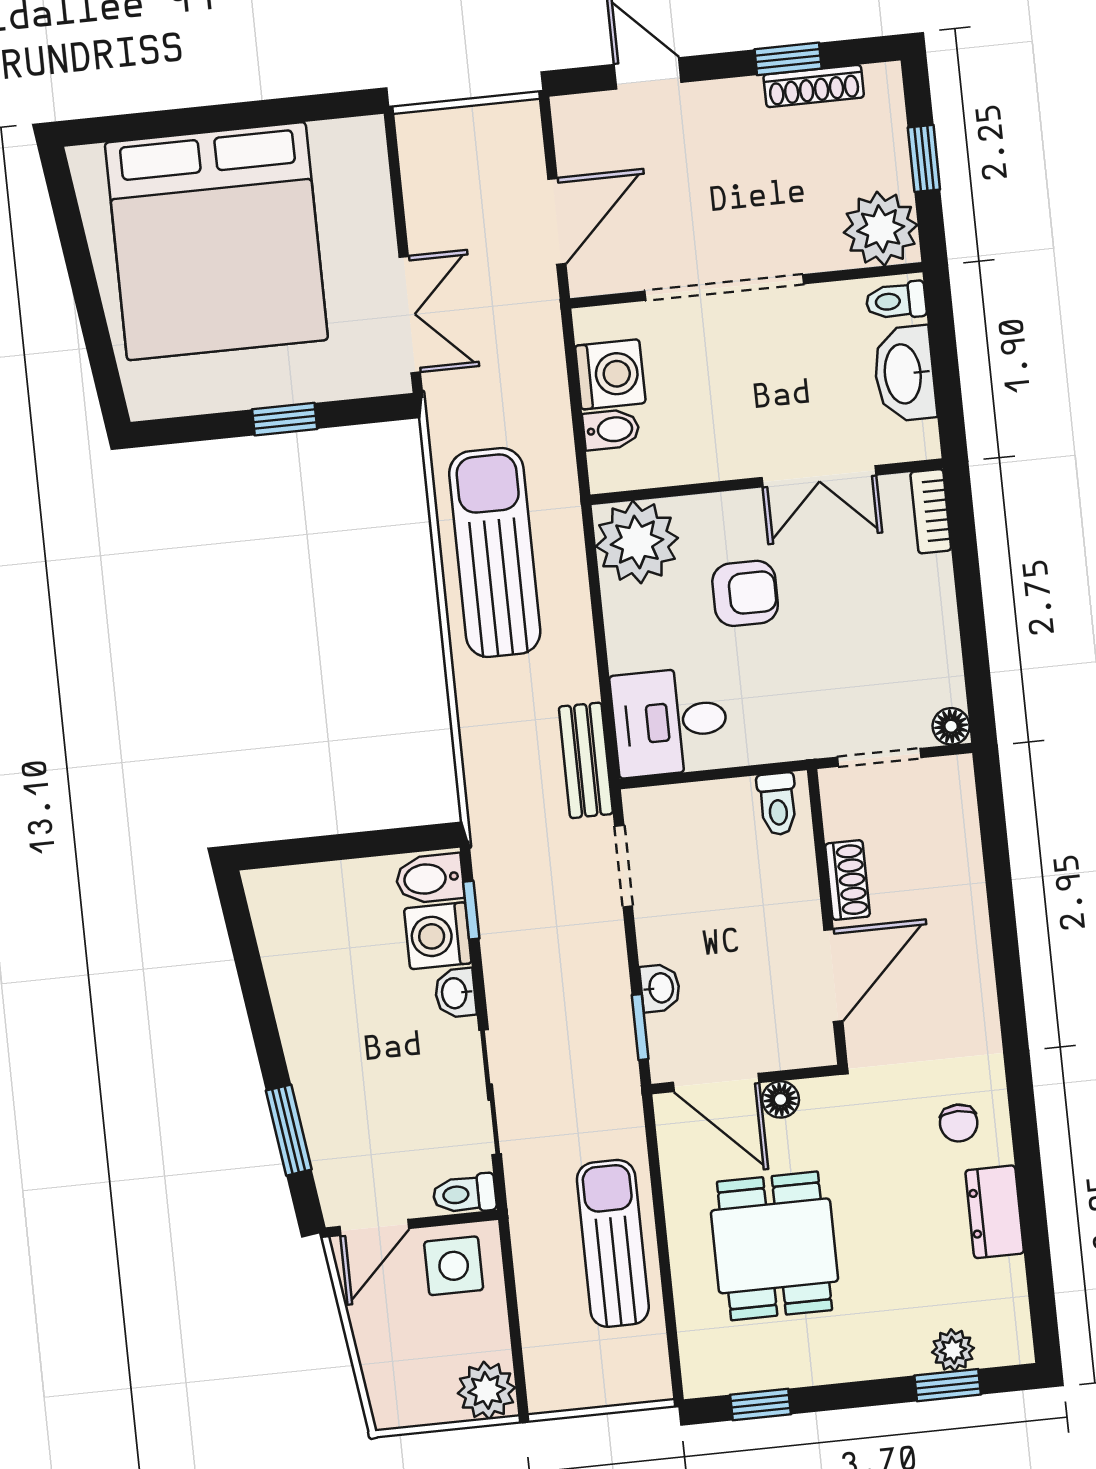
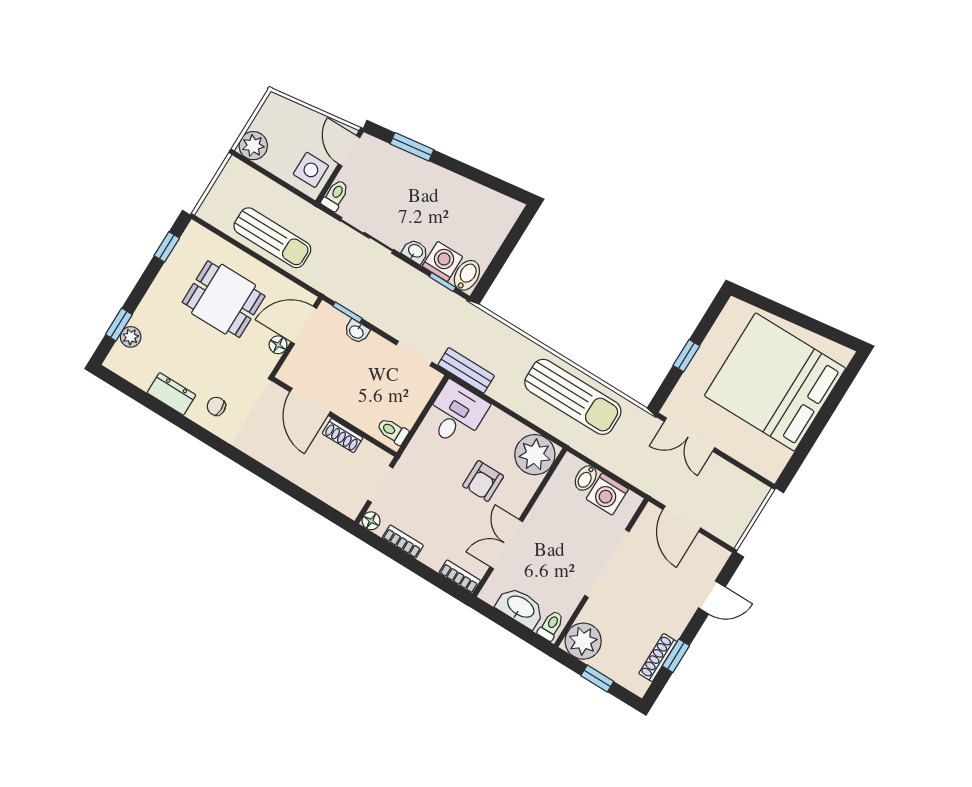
bookcase: (945, 648) -> (403, 542), added

